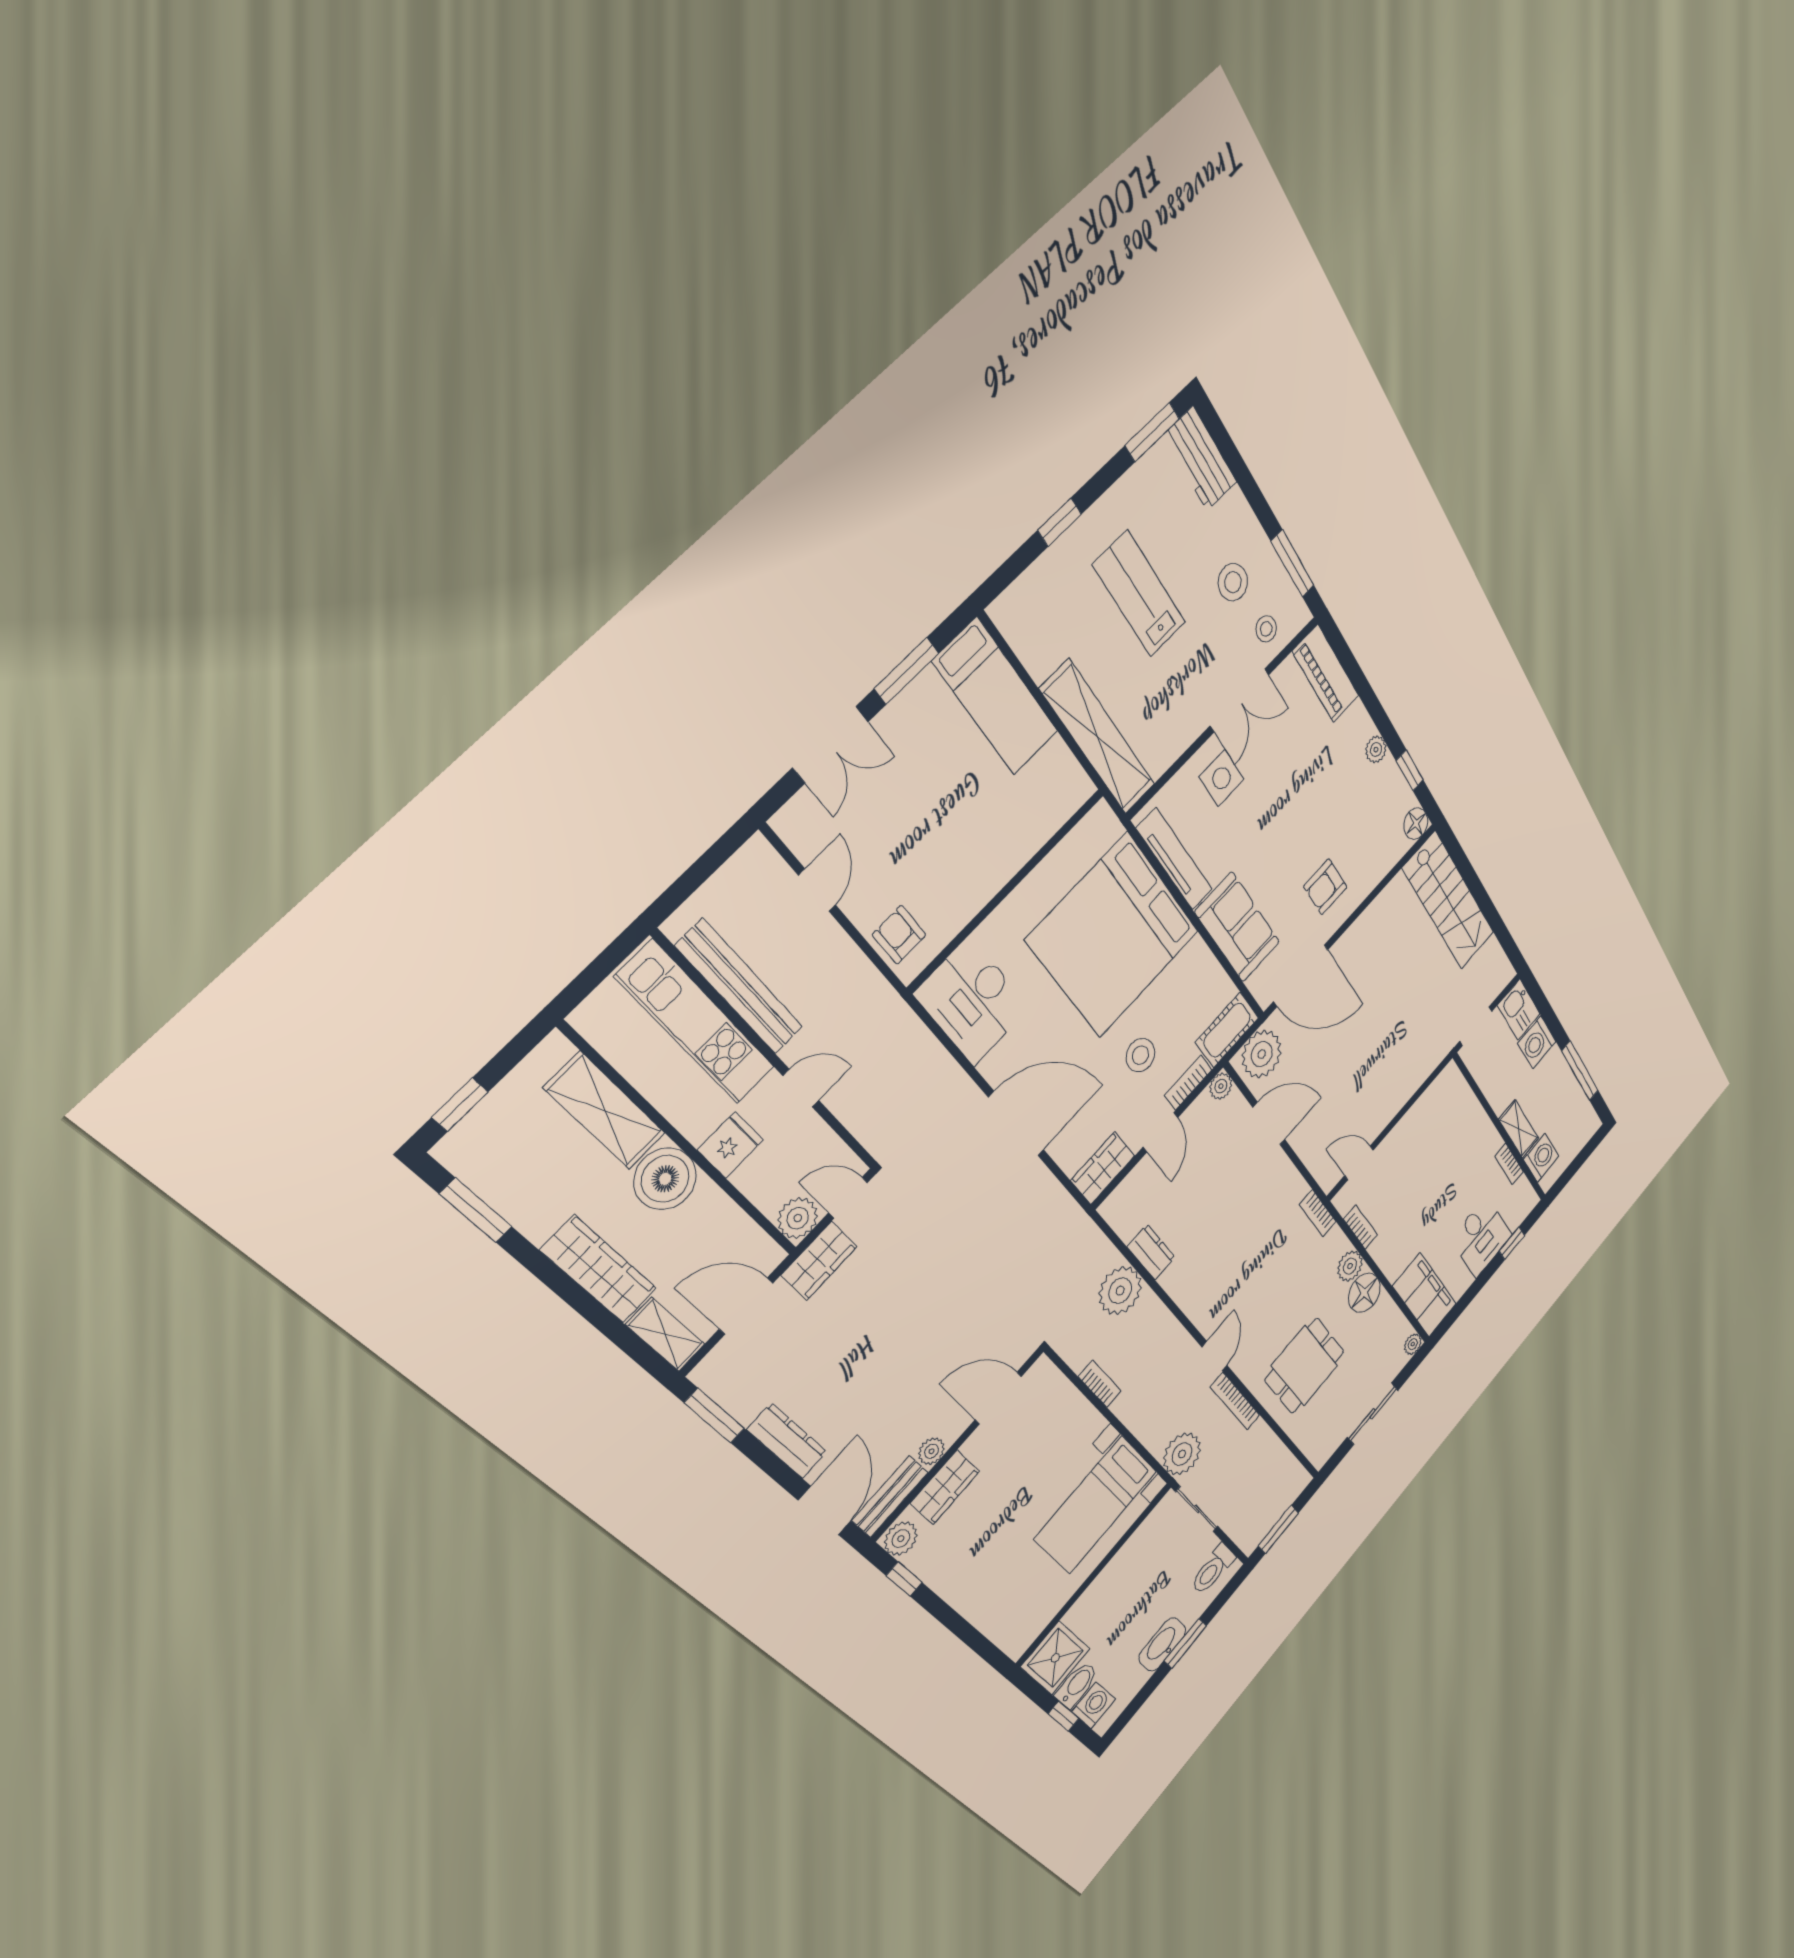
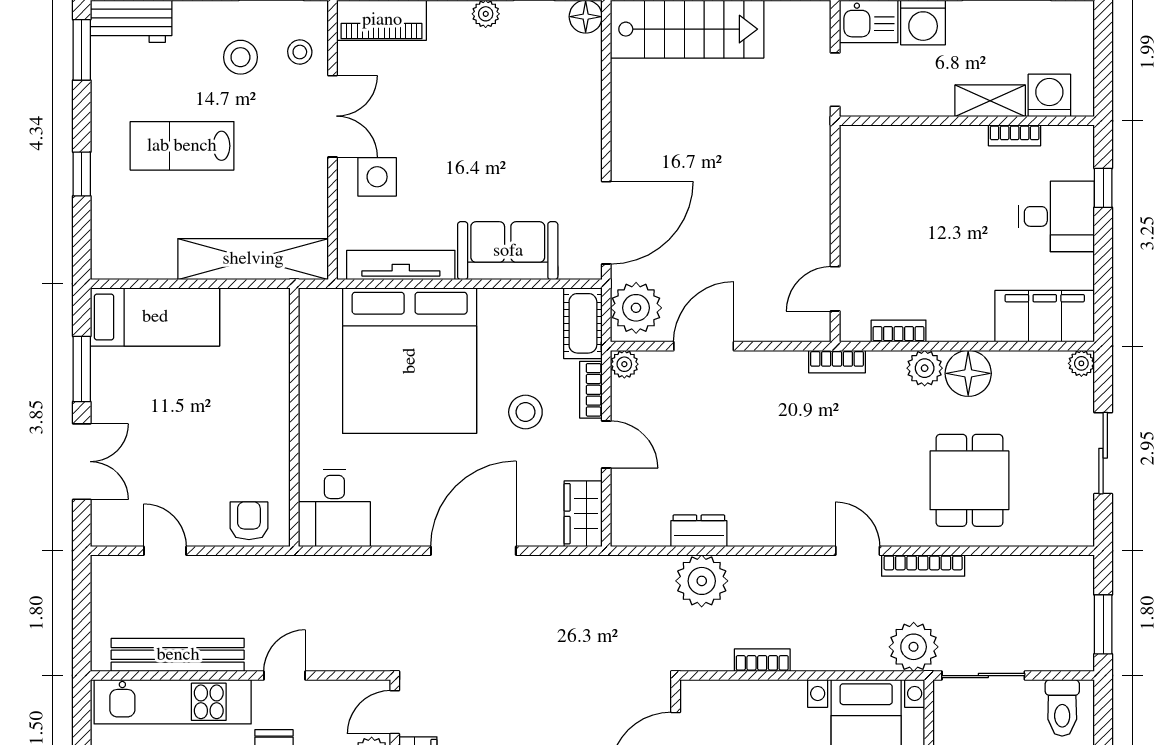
armchair: (1325, 887) -> (554, 145), removed
armchair: (899, 935) -> (249, 521), turned 90
desk: (972, 1001) -> (334, 508), width x0.73

